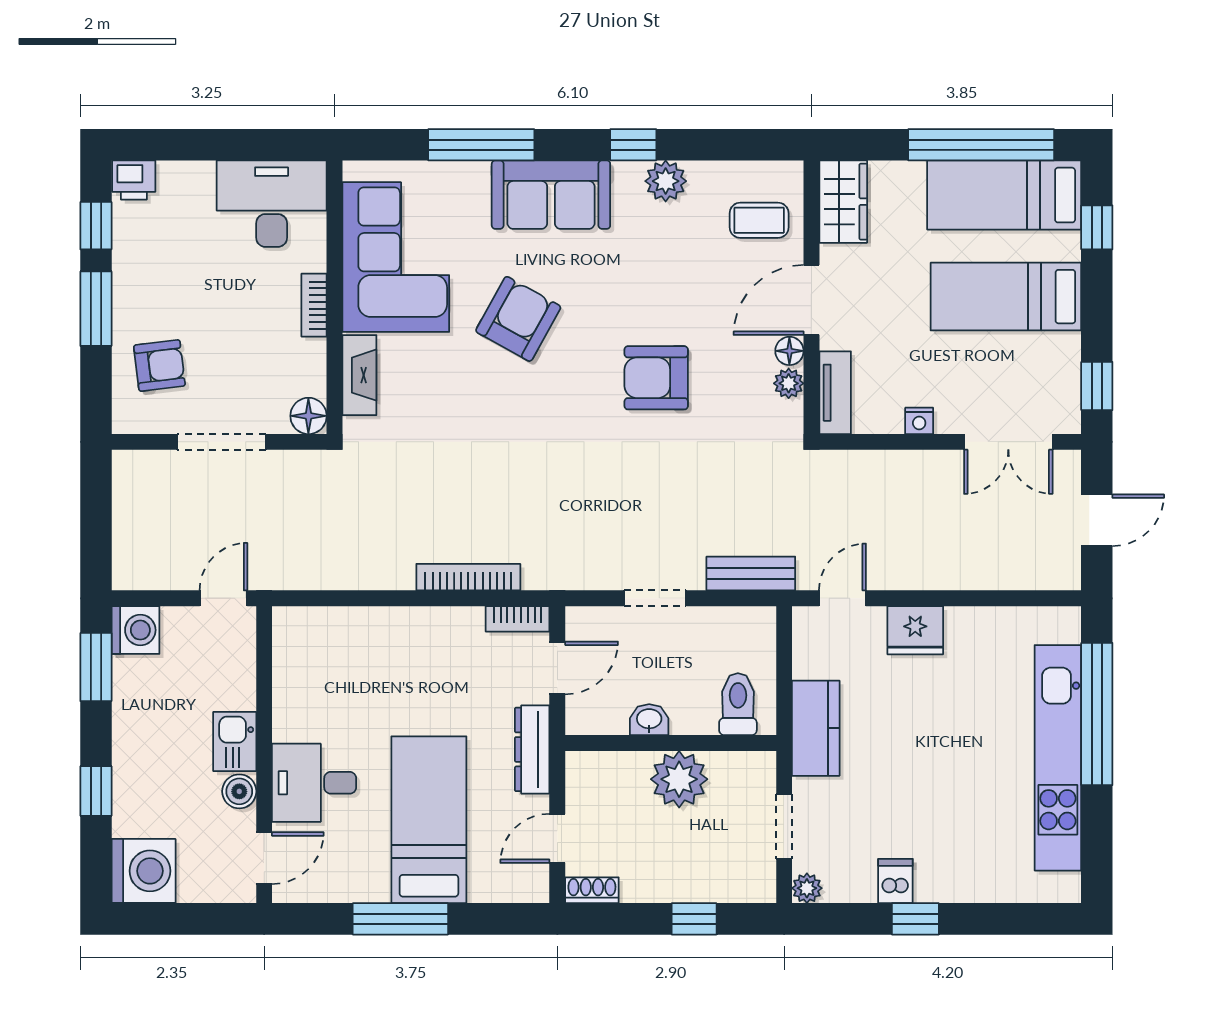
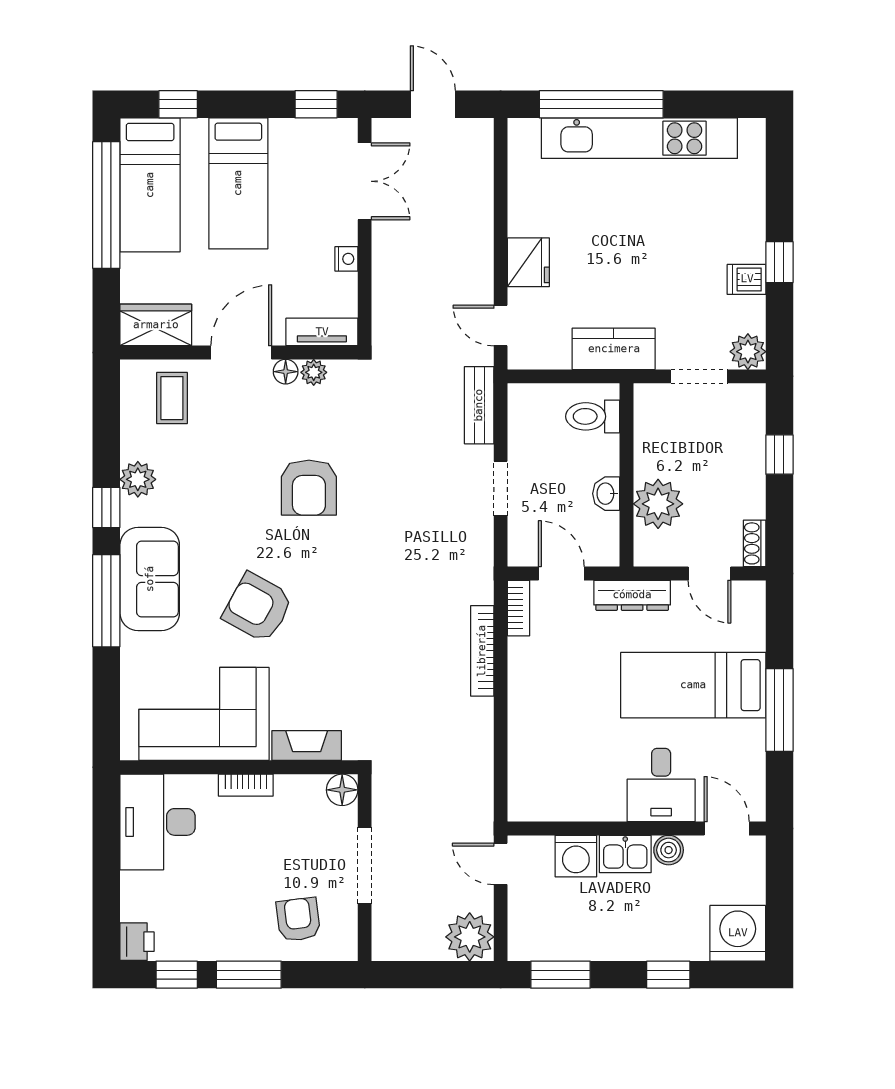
window: (481, 145) -> (106, 601), moved
door: (811, 300) -> (241, 353), swing flipped
plant: (139, 563) -> (470, 937), added
washing machine: (136, 630) -> (576, 856), moved, turned 180
plant: (679, 779) -> (658, 504), moved
plant: (807, 888) -> (748, 352), width x1.38, depth x1.38

